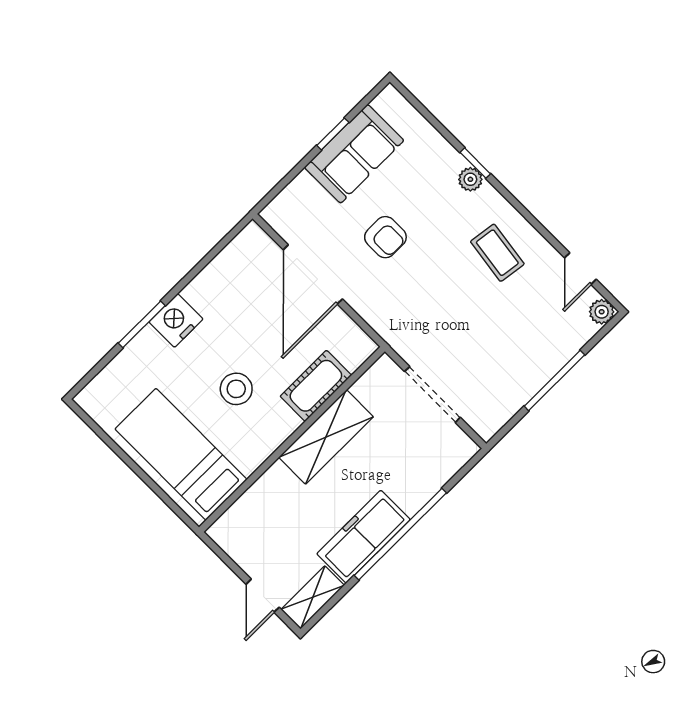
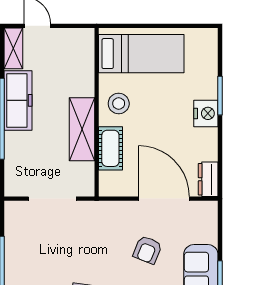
armchair: (385, 237) -> (147, 250), turned -68
dresser: (244, 247) -> (208, 179), added
stool: (236, 389) -> (119, 104), moved

